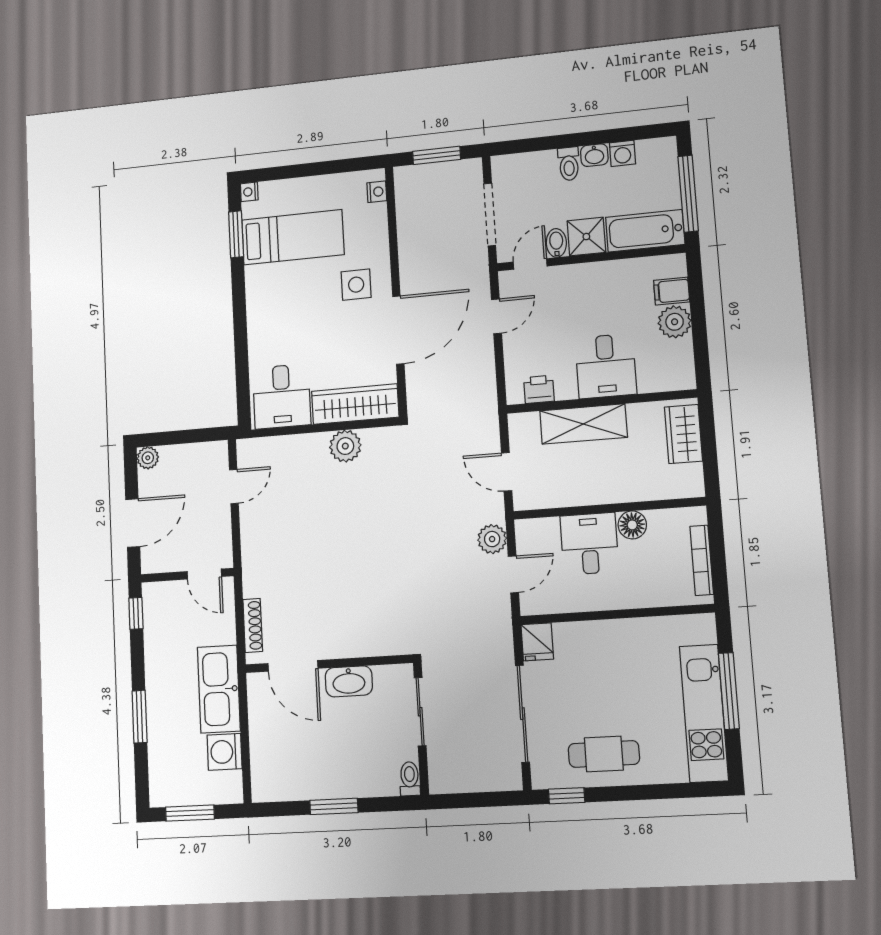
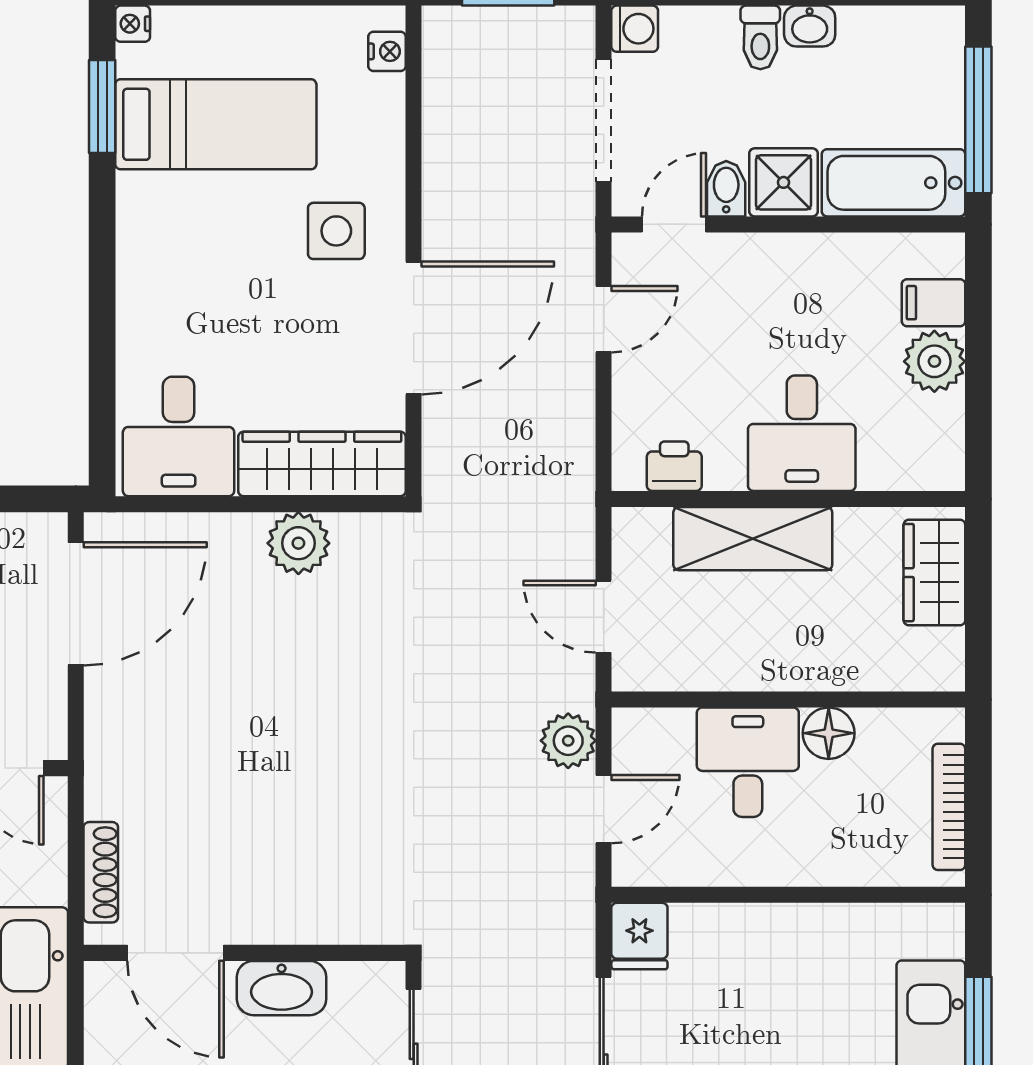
washing machine: (622, 153) -> (635, 29), moved, turned -90
door: (234, 487) -> (76, 604), width x1.87

